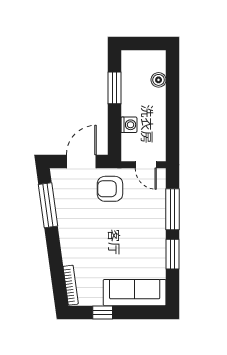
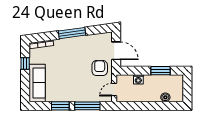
window: (48, 205) -> (72, 33), moved

